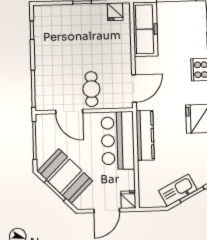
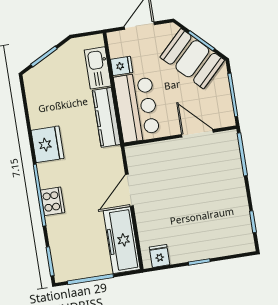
door: (134, 88) -> (129, 190), moved
cafe table: (91, 89) -> (175, 163), removed
kitchen sink: (178, 190) -> (98, 68), moved, turned 118
fridge: (128, 200) -> (122, 66), moved, turned -90

